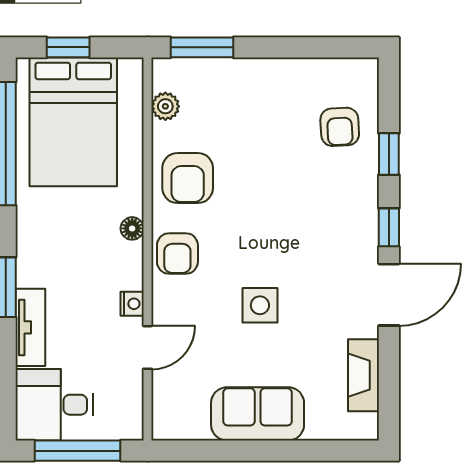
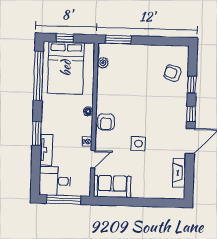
armchair: (340, 127) -> (172, 73), turned 109
armchair: (188, 178) -> (111, 92), removed
sofa: (258, 414) -> (112, 186), moved

